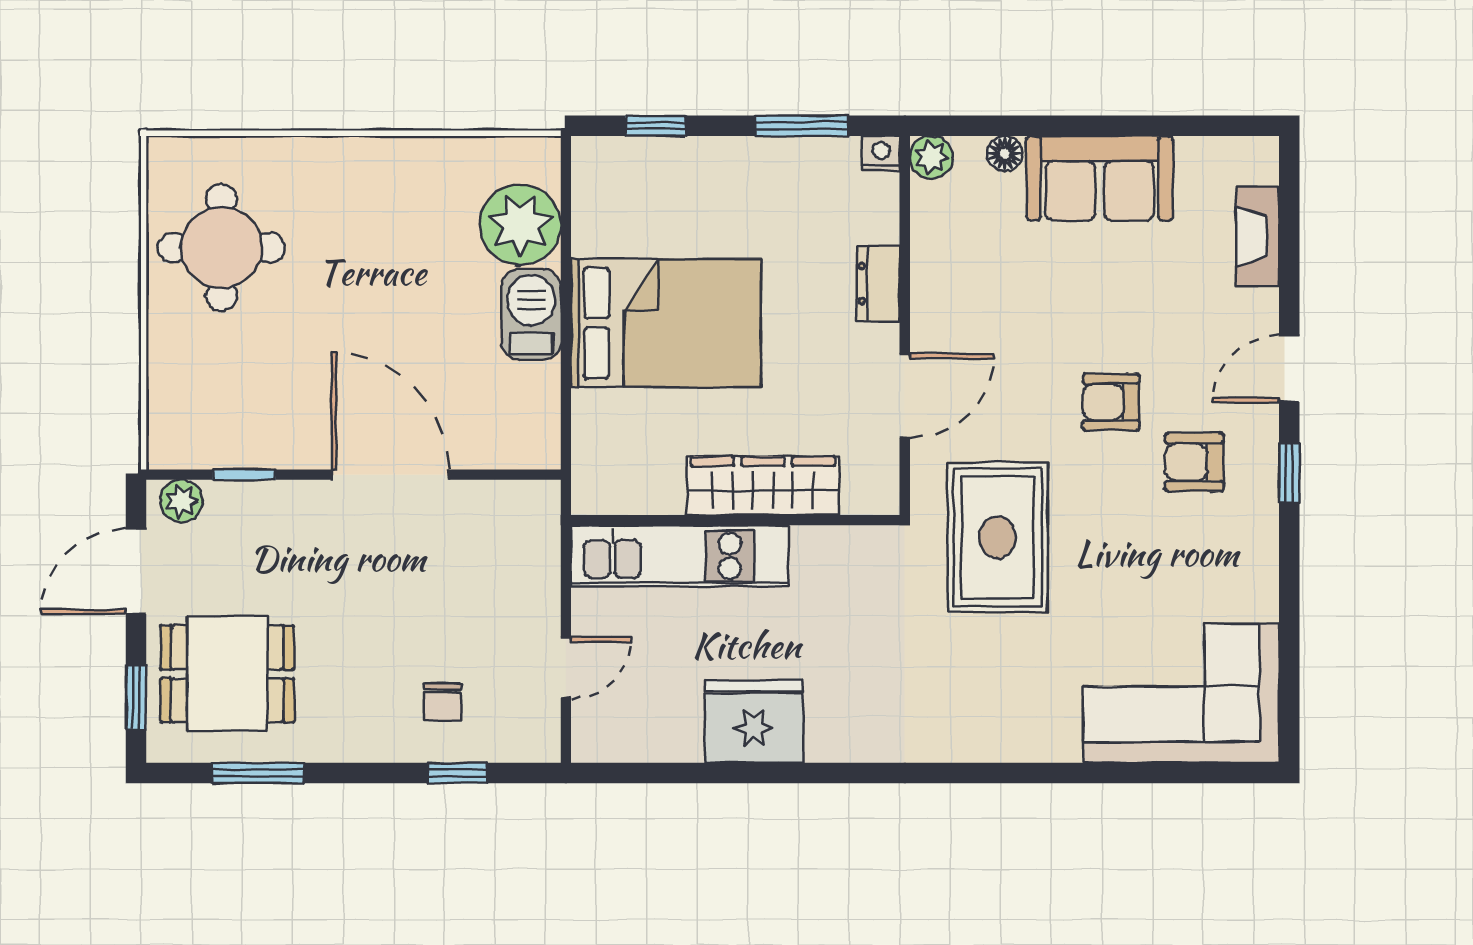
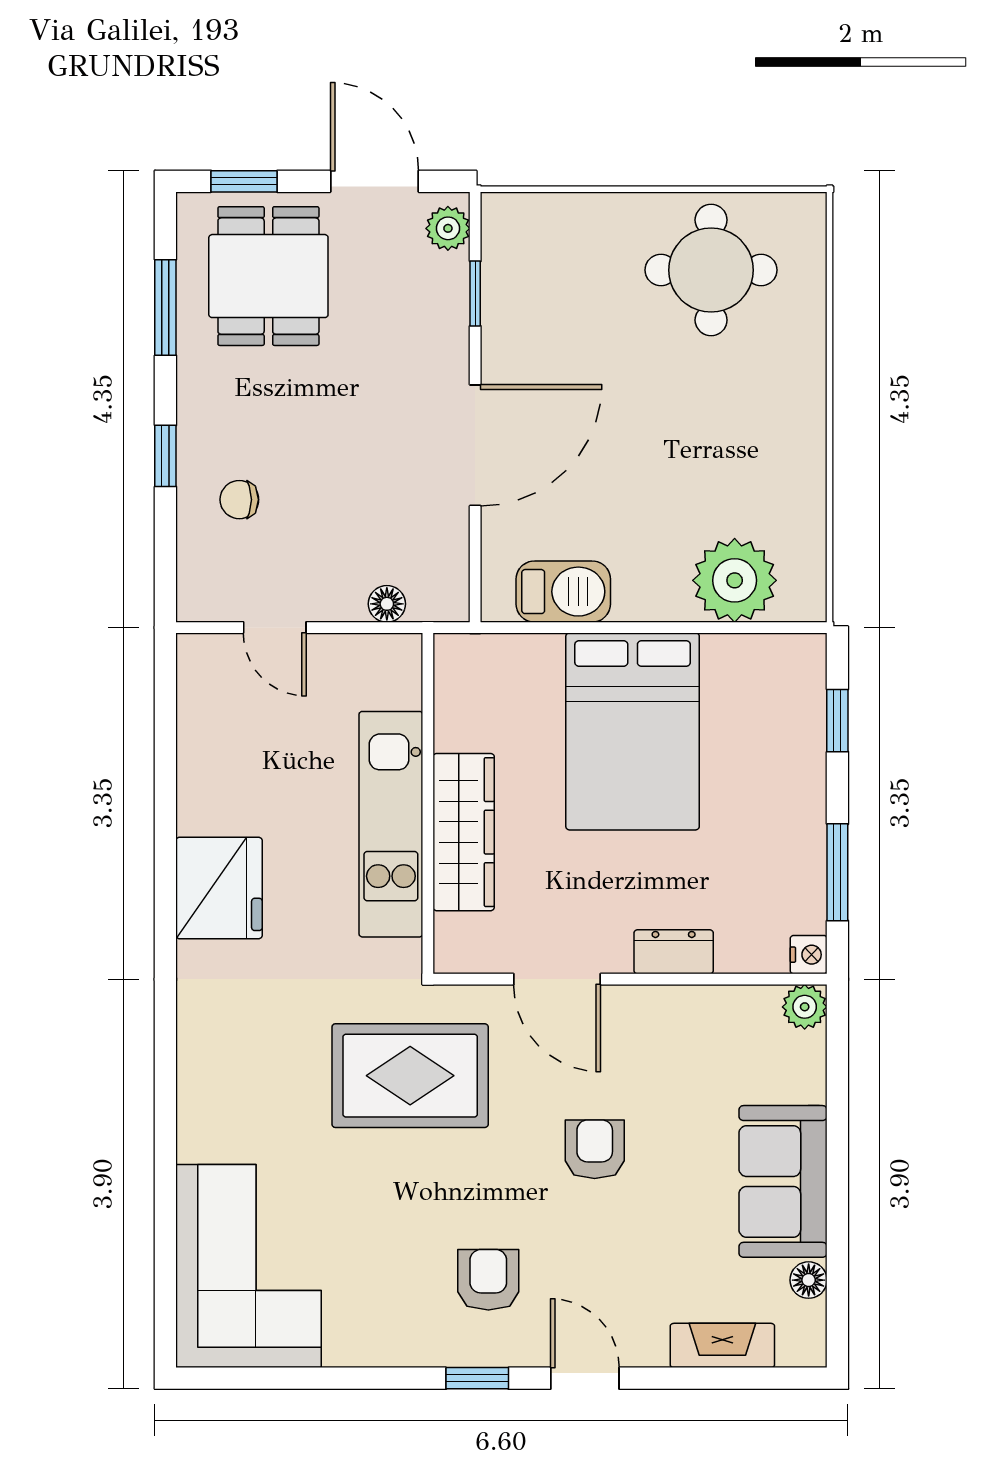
floor lamp: (1005, 153) -> (809, 1280), moved
barbecue: (531, 315) -> (563, 592), moved
armchair: (1111, 402) -> (595, 1149), moved
kitchen unit: (680, 556) -> (391, 824), moved
floor lamp: (543, 560) -> (387, 604), added
fridge: (754, 721) -> (219, 888), moved
window: (458, 773) -> (165, 456), moved

